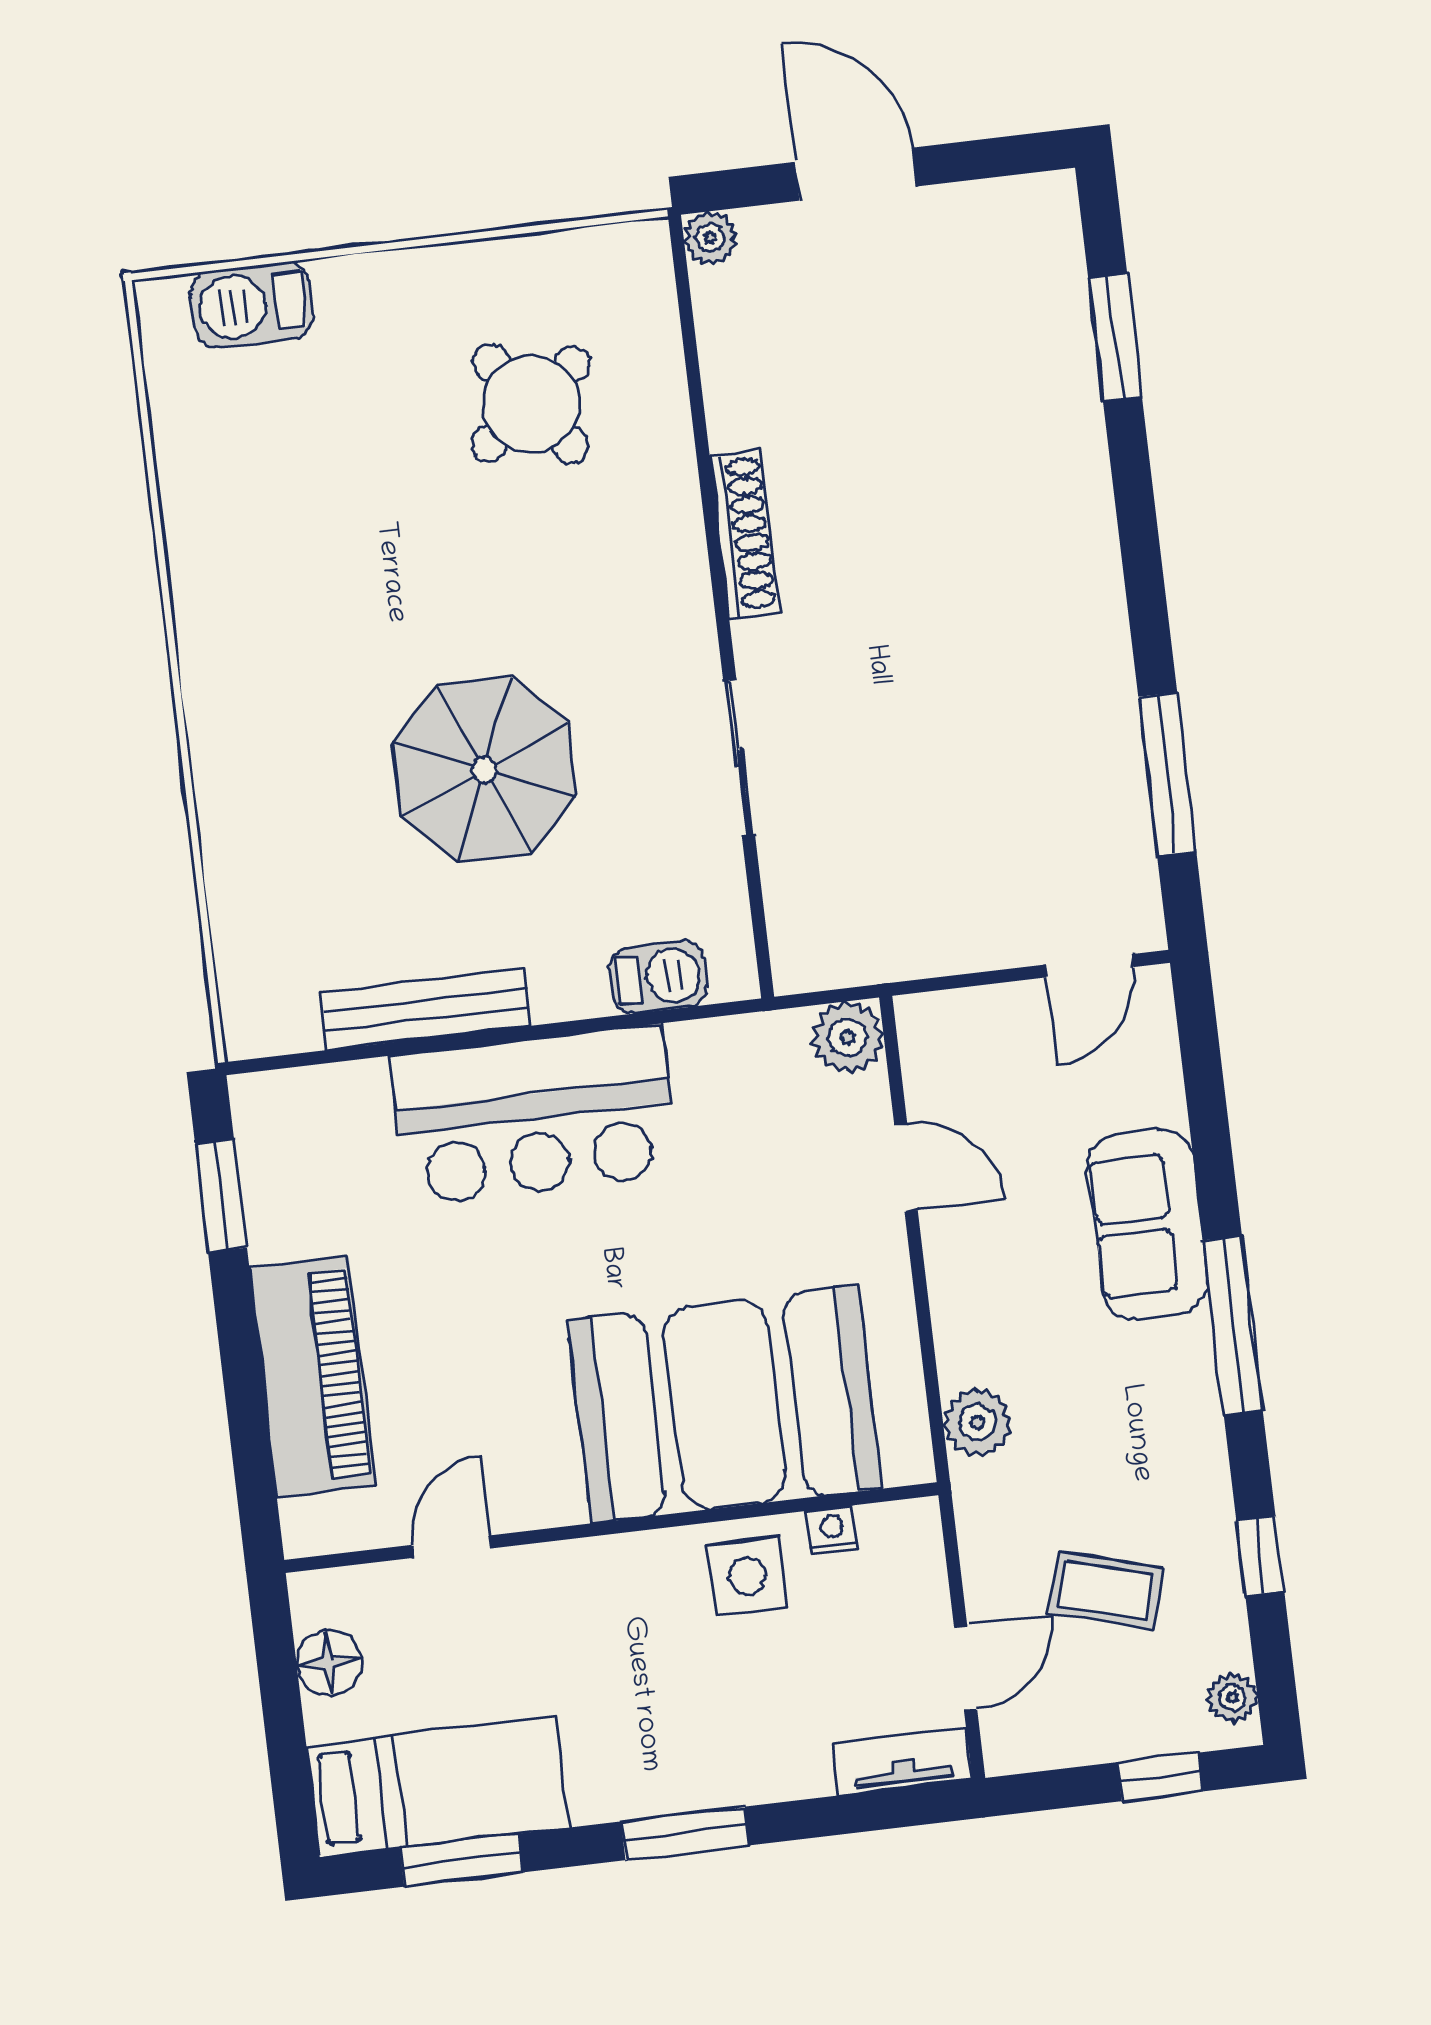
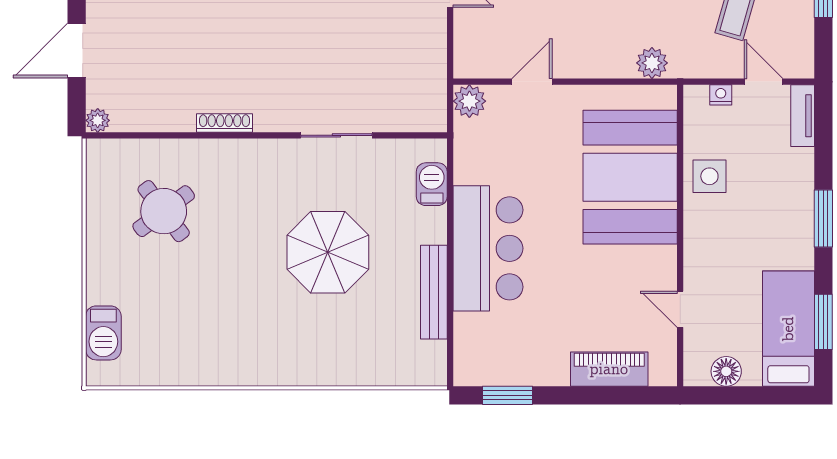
shoe rack: (745, 534) -> (224, 123), width x0.74, depth x0.81
piano: (313, 1377) -> (609, 369), width x0.73, depth x0.75
nightstand: (832, 1530) -> (721, 95), moved, turned 90

